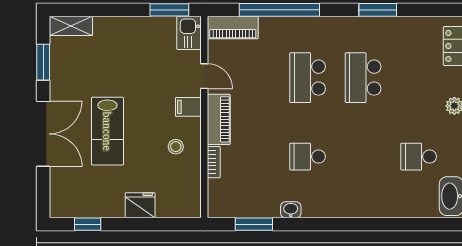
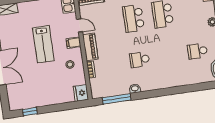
lab bench: (107, 131) -> (43, 44), moved
fridge: (140, 205) -> (81, 93), moved, turned -90
window: (254, 224) -> (117, 99), width x1.44

